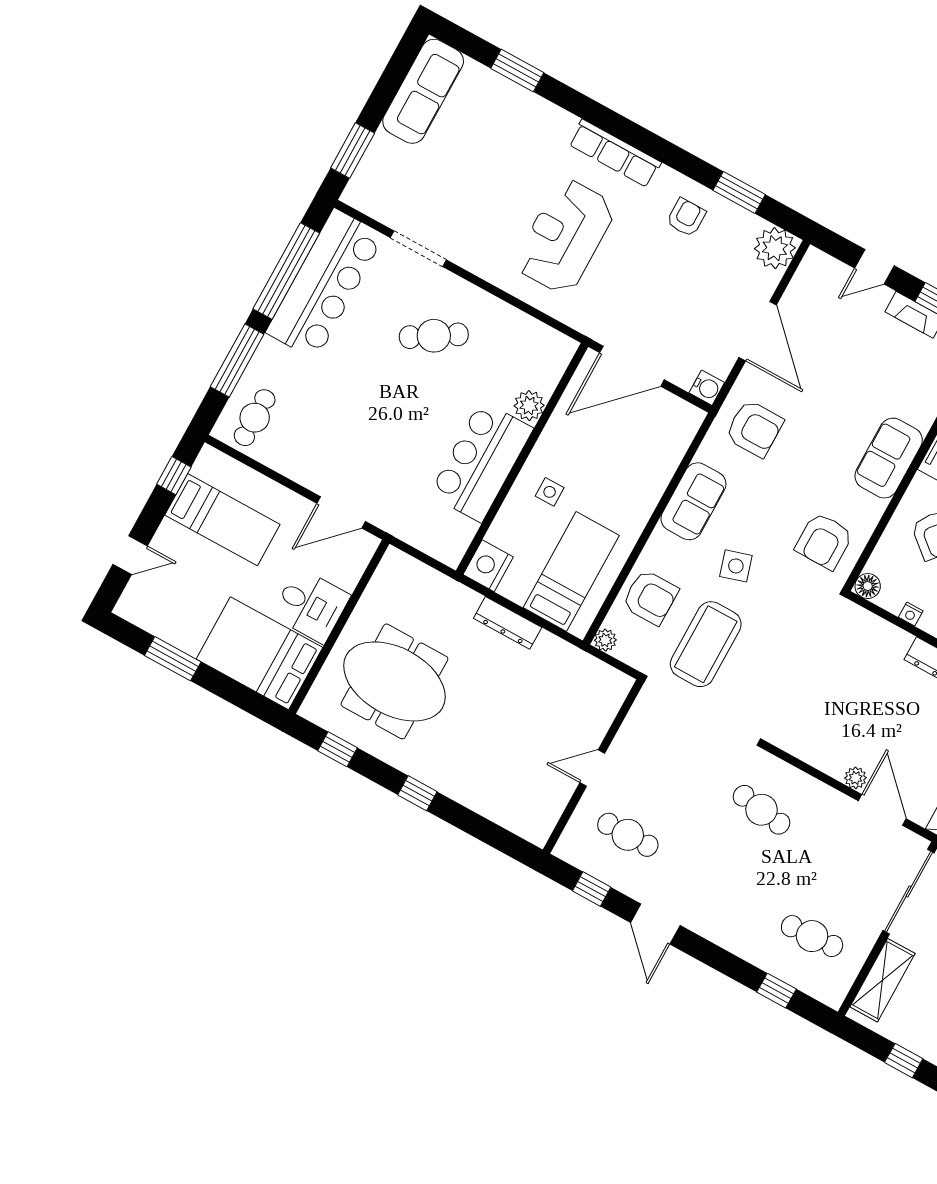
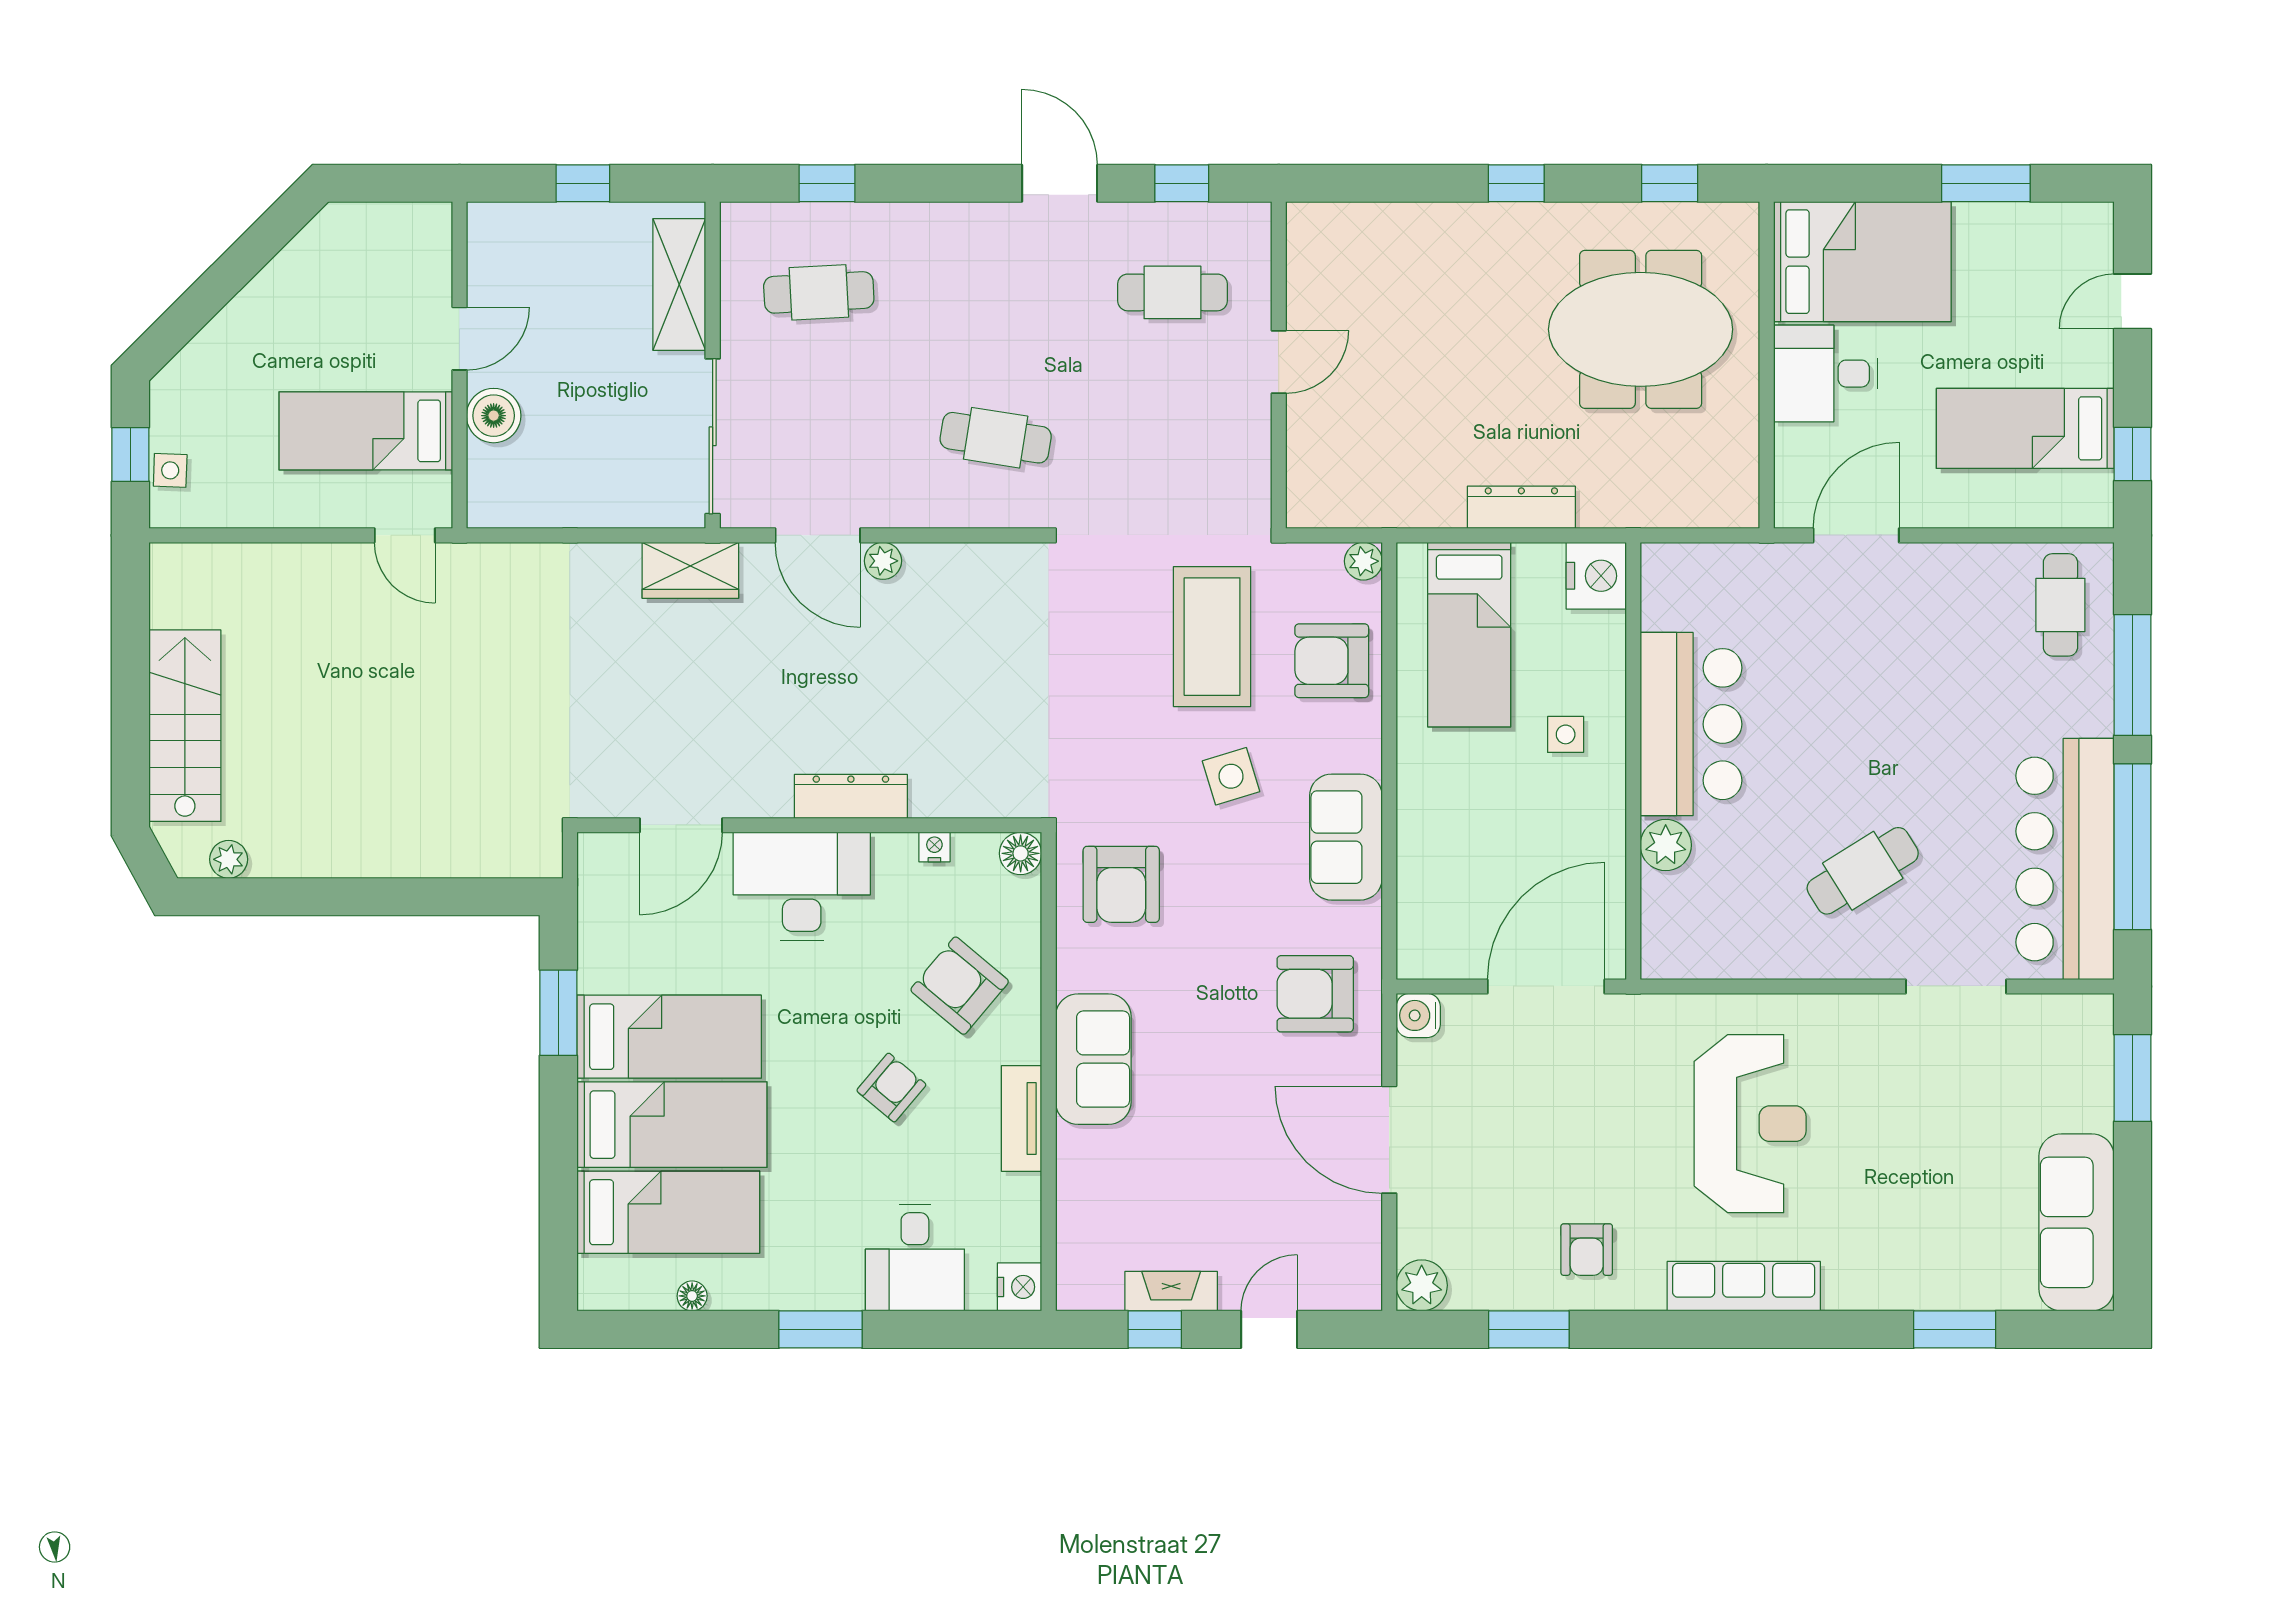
plant: (775, 248) -> (1422, 1285), width x0.73, depth x0.73
armchair: (824, 541) -> (1121, 884), turned 180

